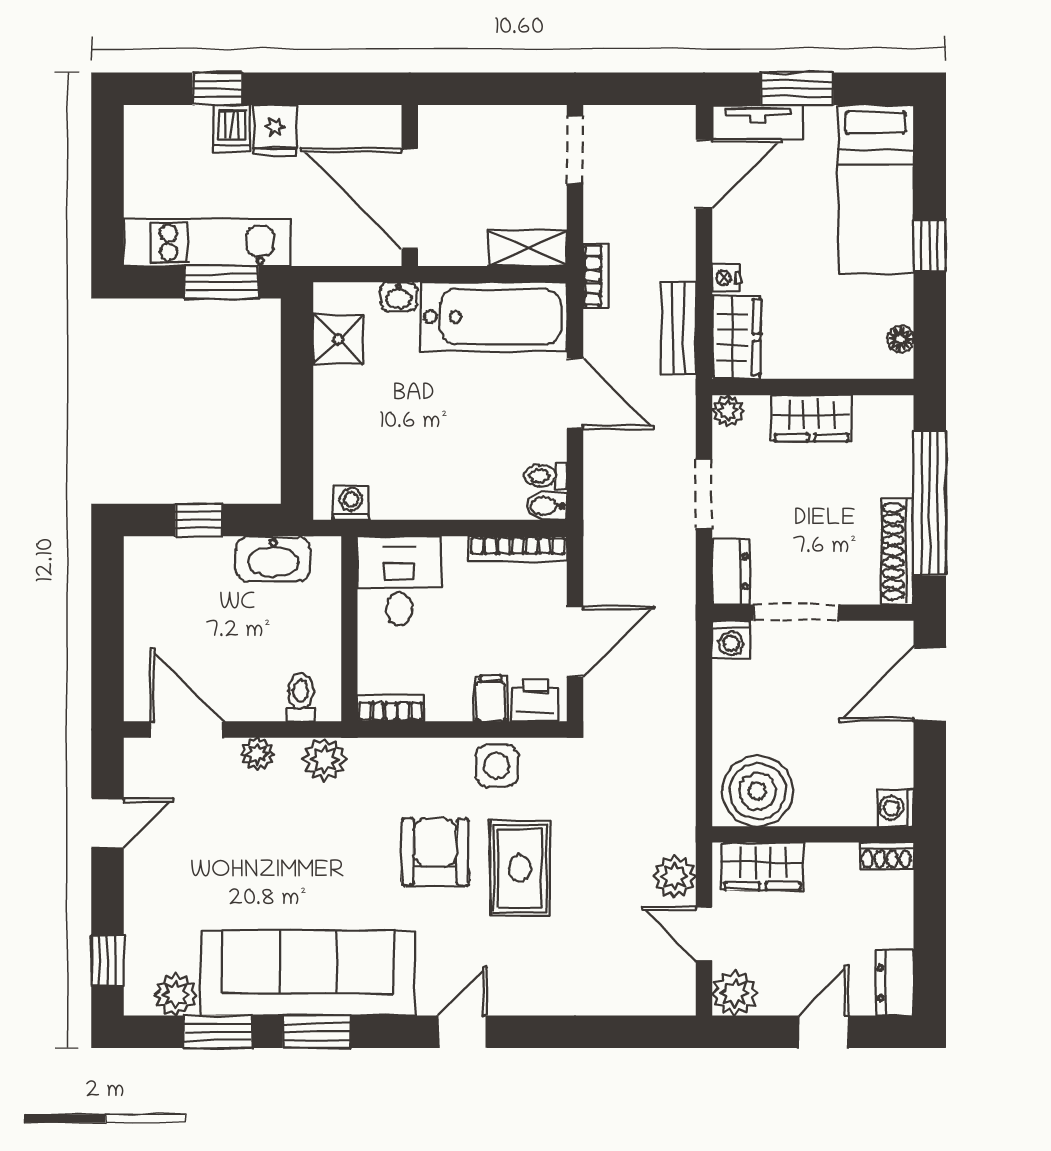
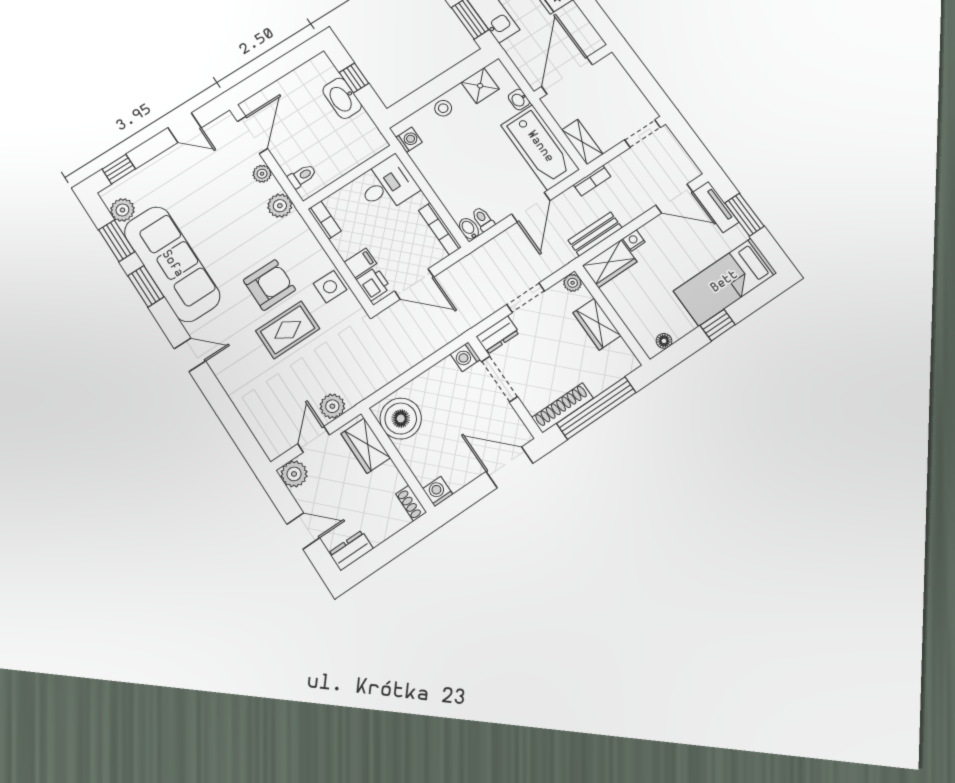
stool: (336, 419) -> (443, 108), added
washbasin: (273, 559) -> (342, 98), moved

